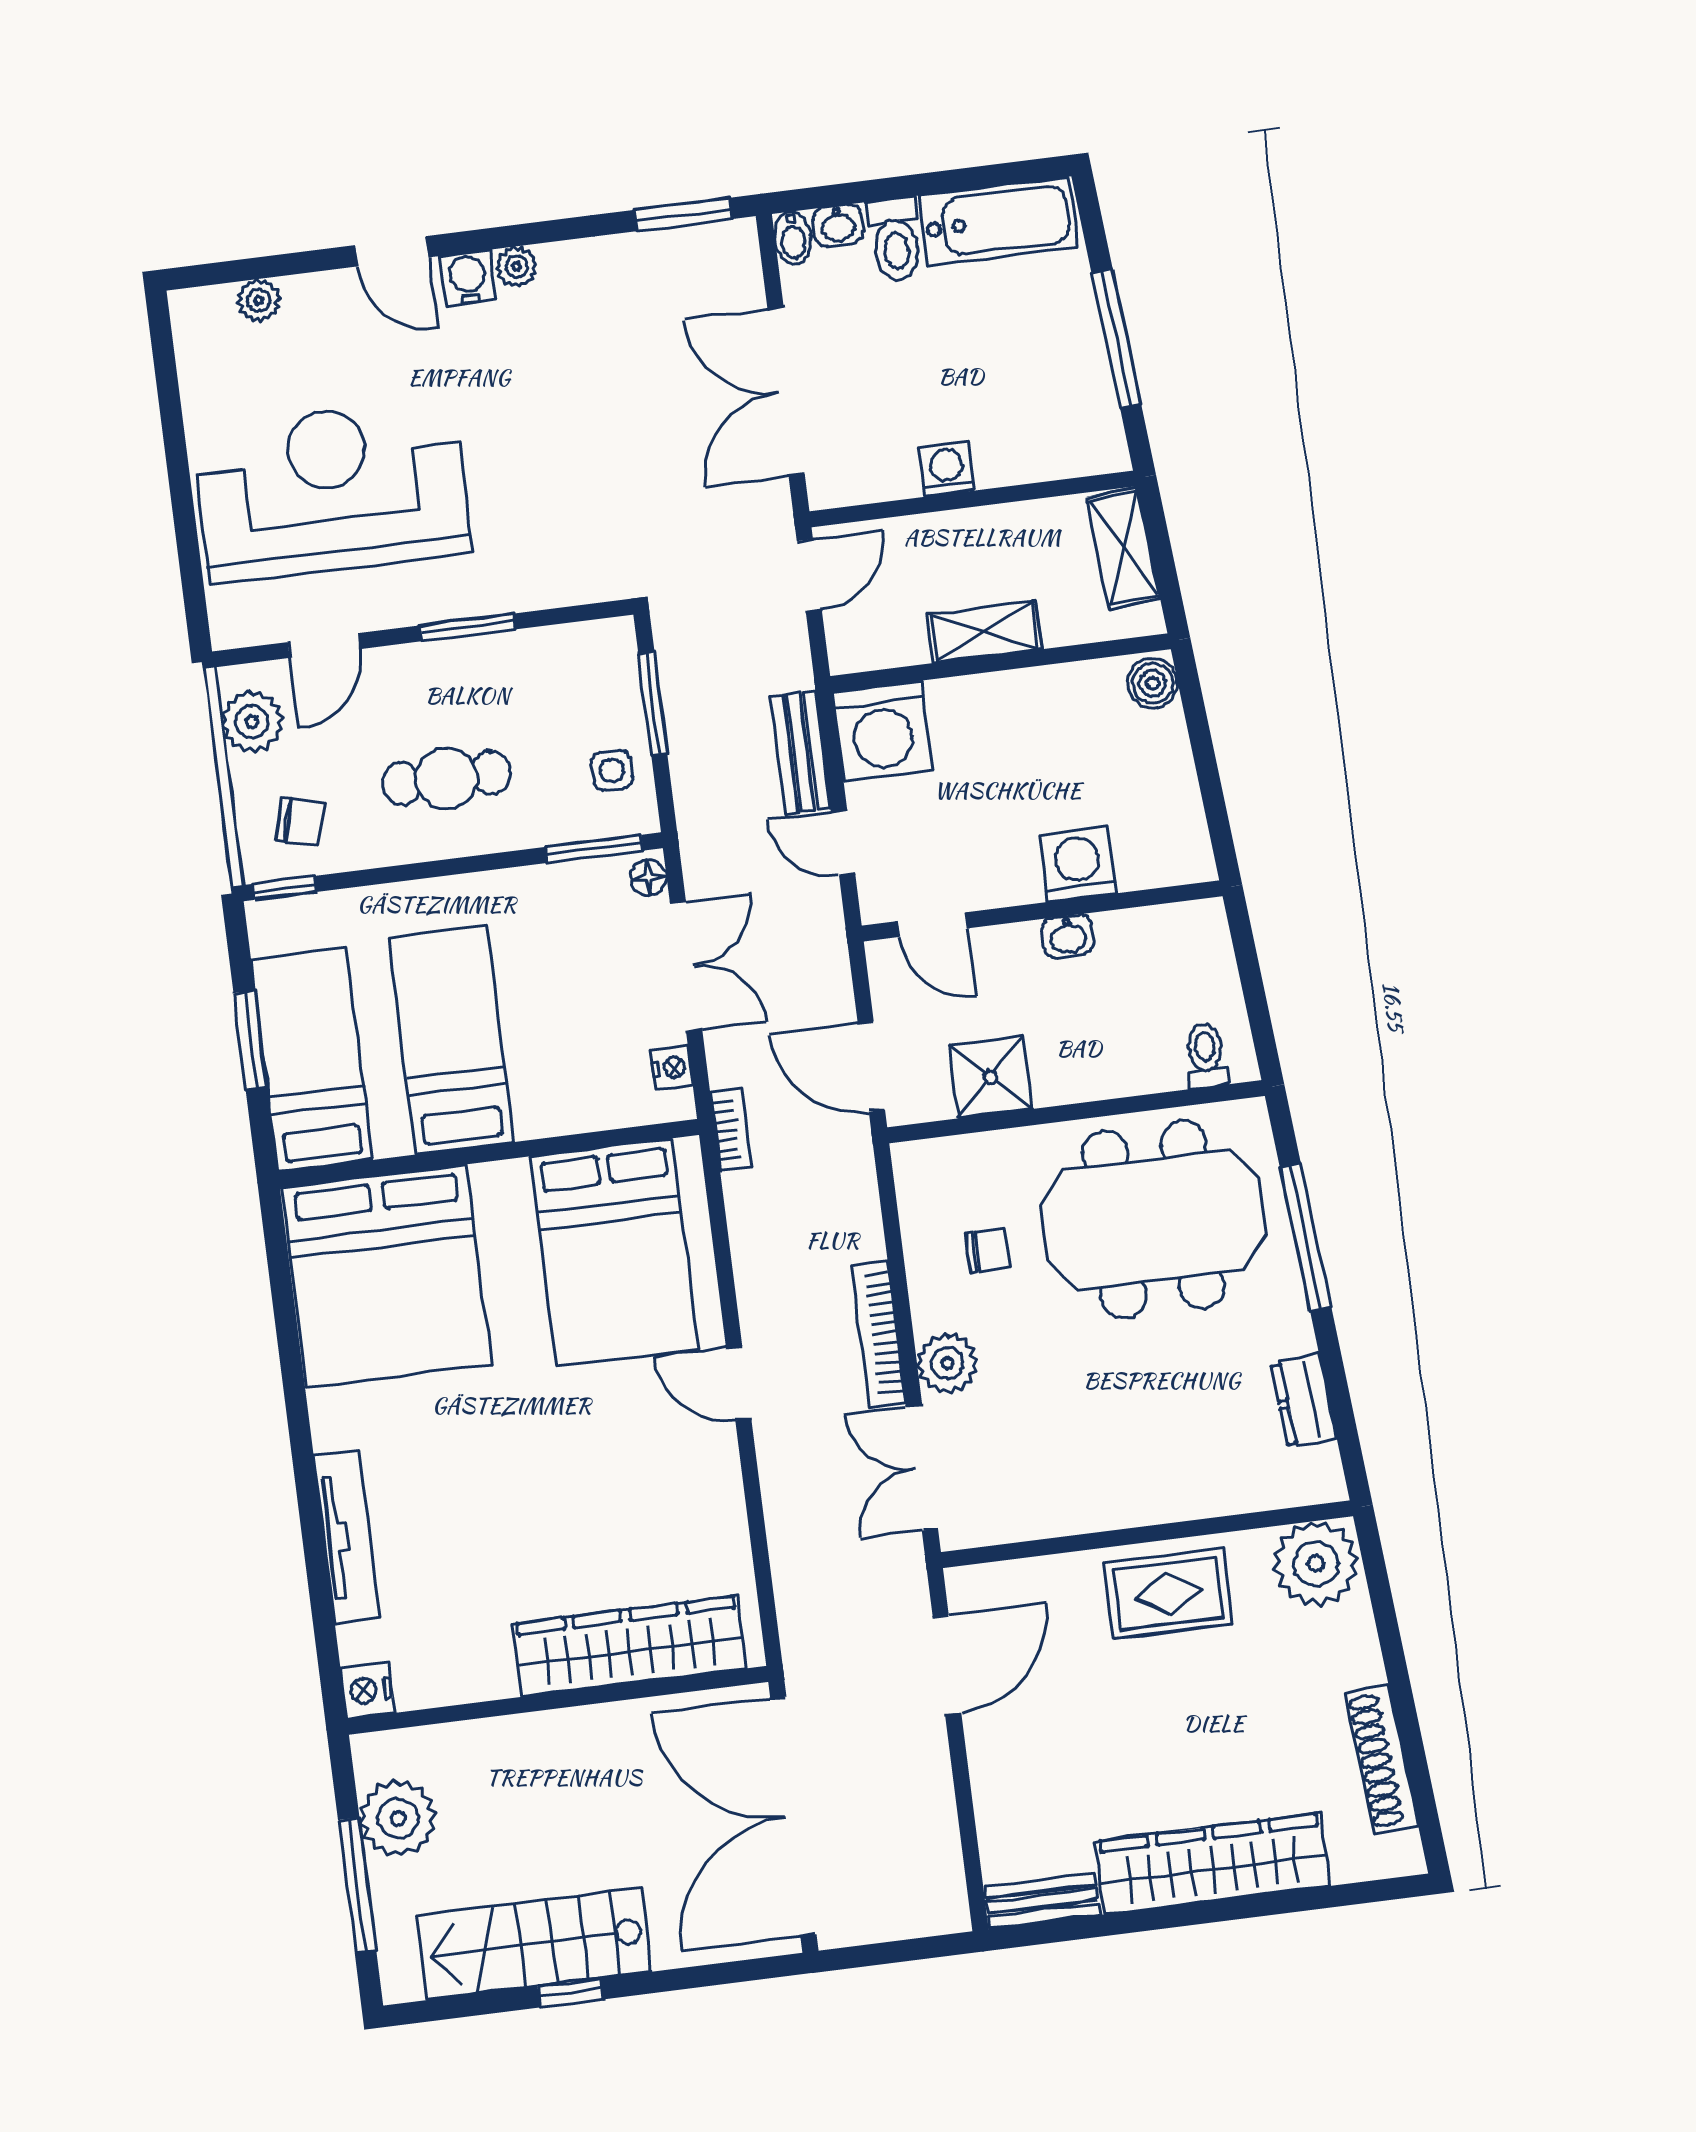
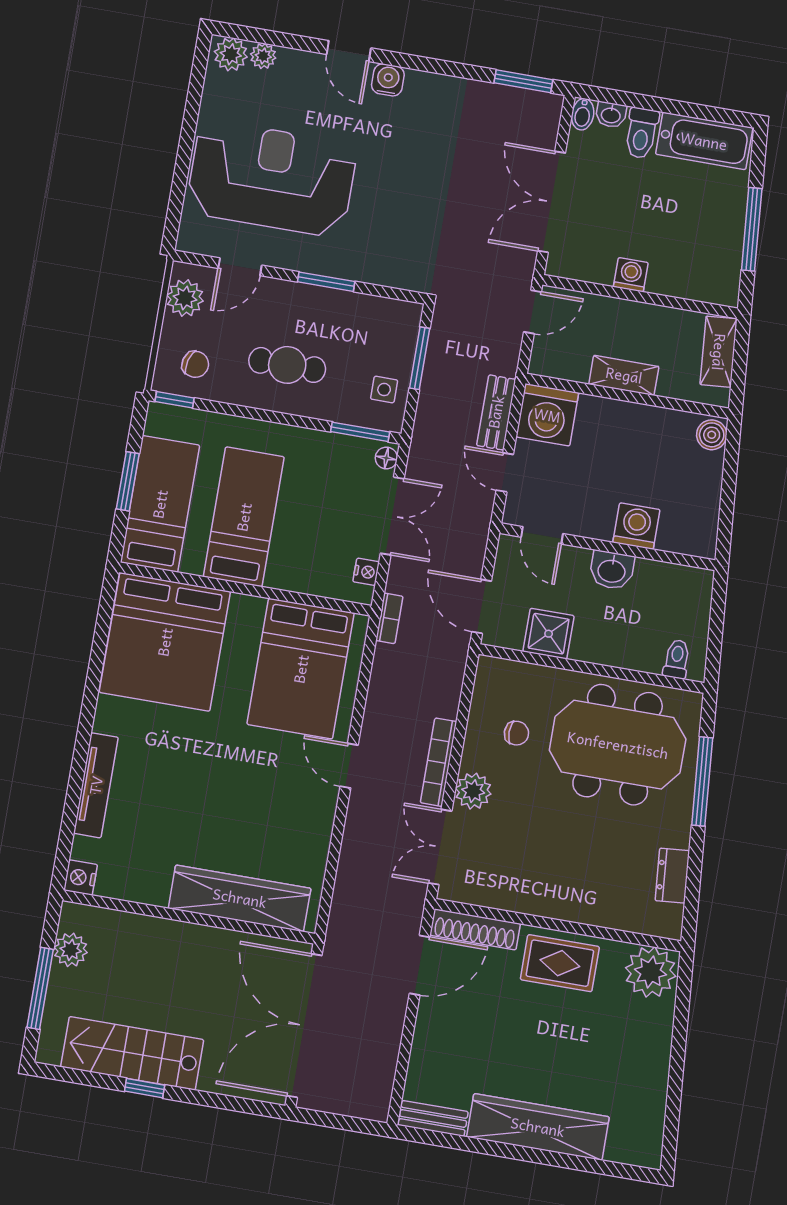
plant: (516, 267) -> (231, 54), moved, width x1.38, depth x1.38
washbasin: (1068, 936) -> (612, 570), width x1.38, depth x1.45
shoe rack: (1382, 1759) -> (475, 929), moved, turned -85
plant: (398, 1818) -> (71, 950), width x0.73, depth x0.73

